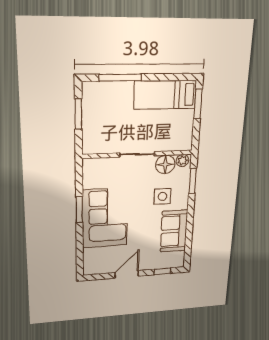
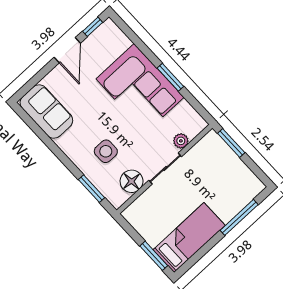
window: (78, 114) -> (231, 143), moved
plant: (182, 161) -> (181, 141), moved
sofa: (174, 231) -> (46, 112), moved
window: (162, 271) -> (93, 27), moved

